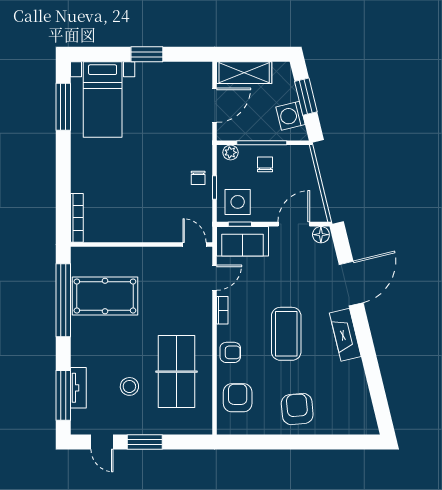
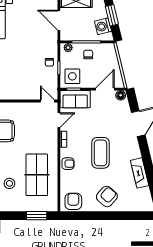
door: (215, 105) -> (59, 20), swing flipped
fireplace: (345, 335) -> (140, 173), moved
armchair: (238, 398) -> (73, 201), moved
armchair: (297, 409) -> (107, 196), turned 46
window: (145, 442) -> (37, 216), moved

